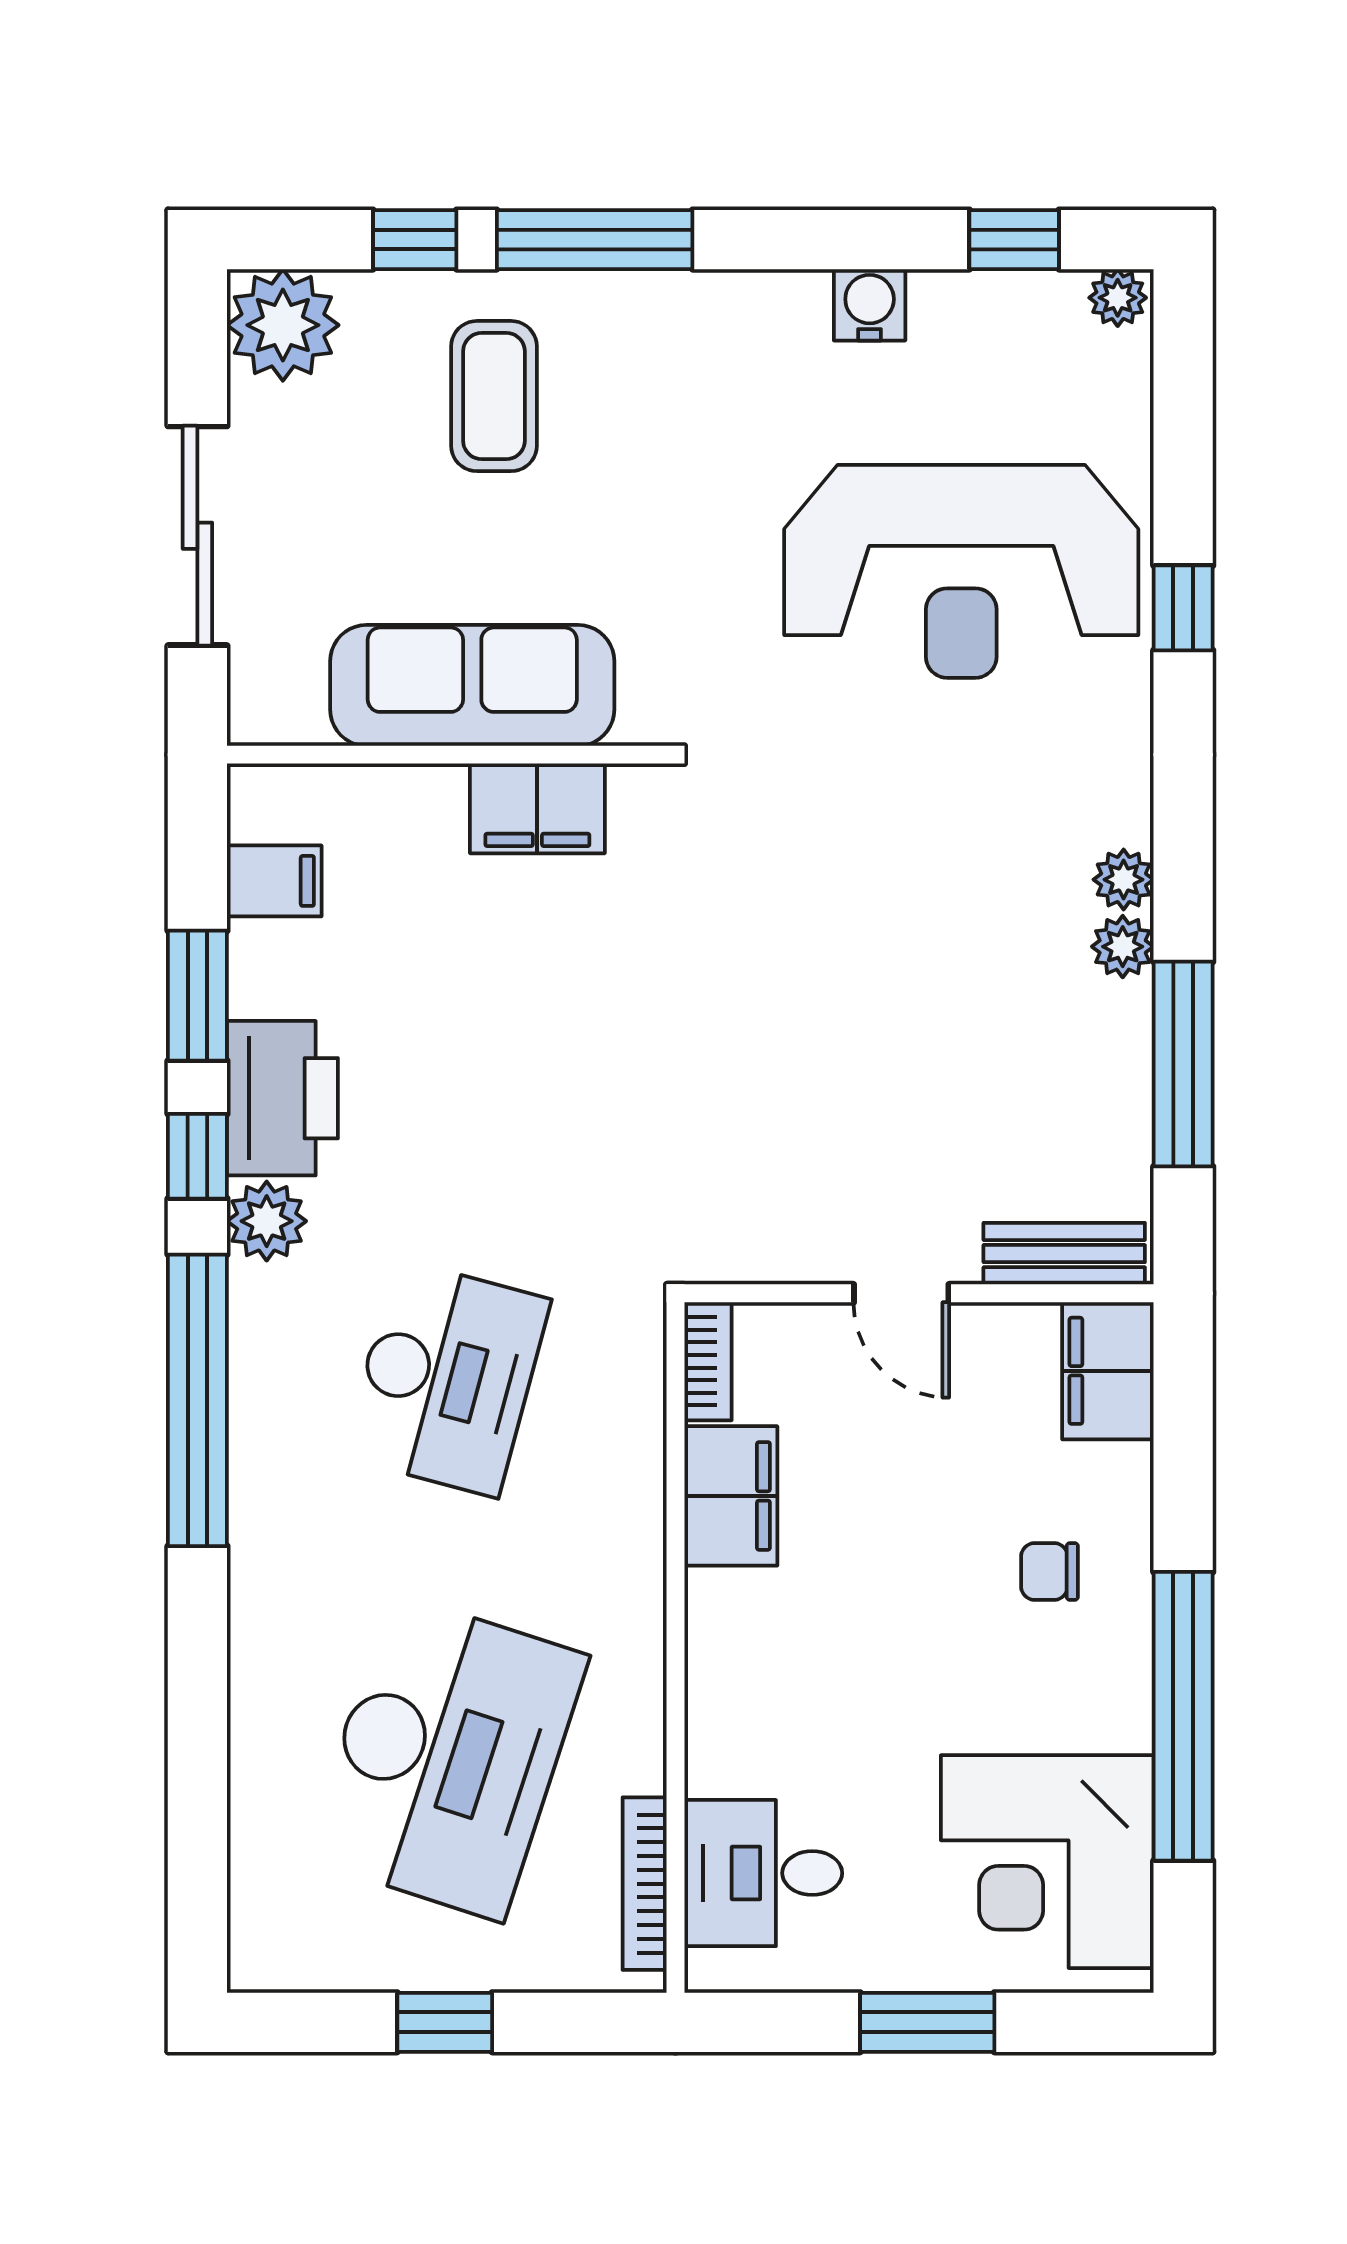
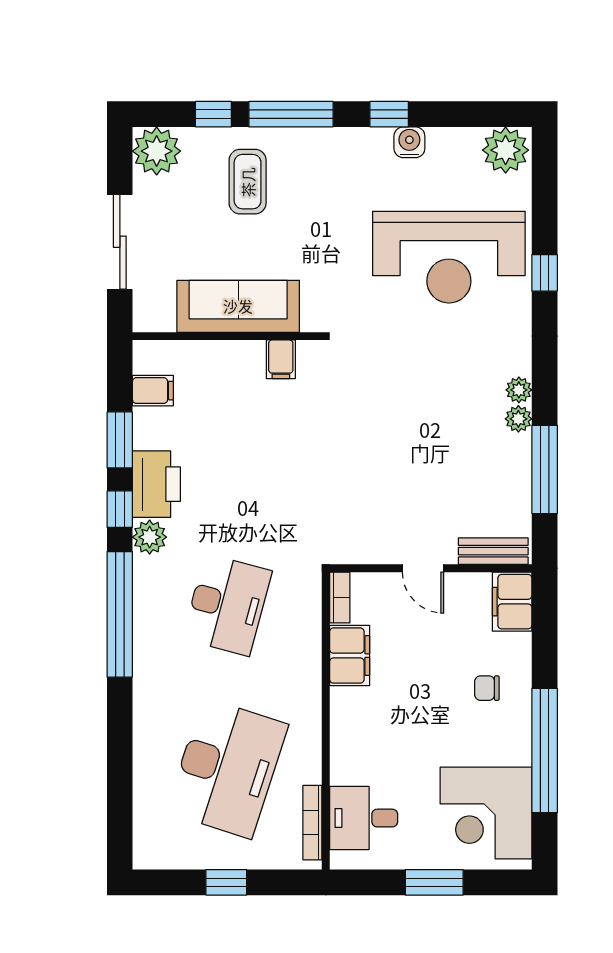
window: (1014, 240) -> (389, 114), moved
plant: (1118, 298) -> (506, 150), width x1.88, depth x1.88
filing cabinet: (537, 808) -> (281, 359), width x0.50

